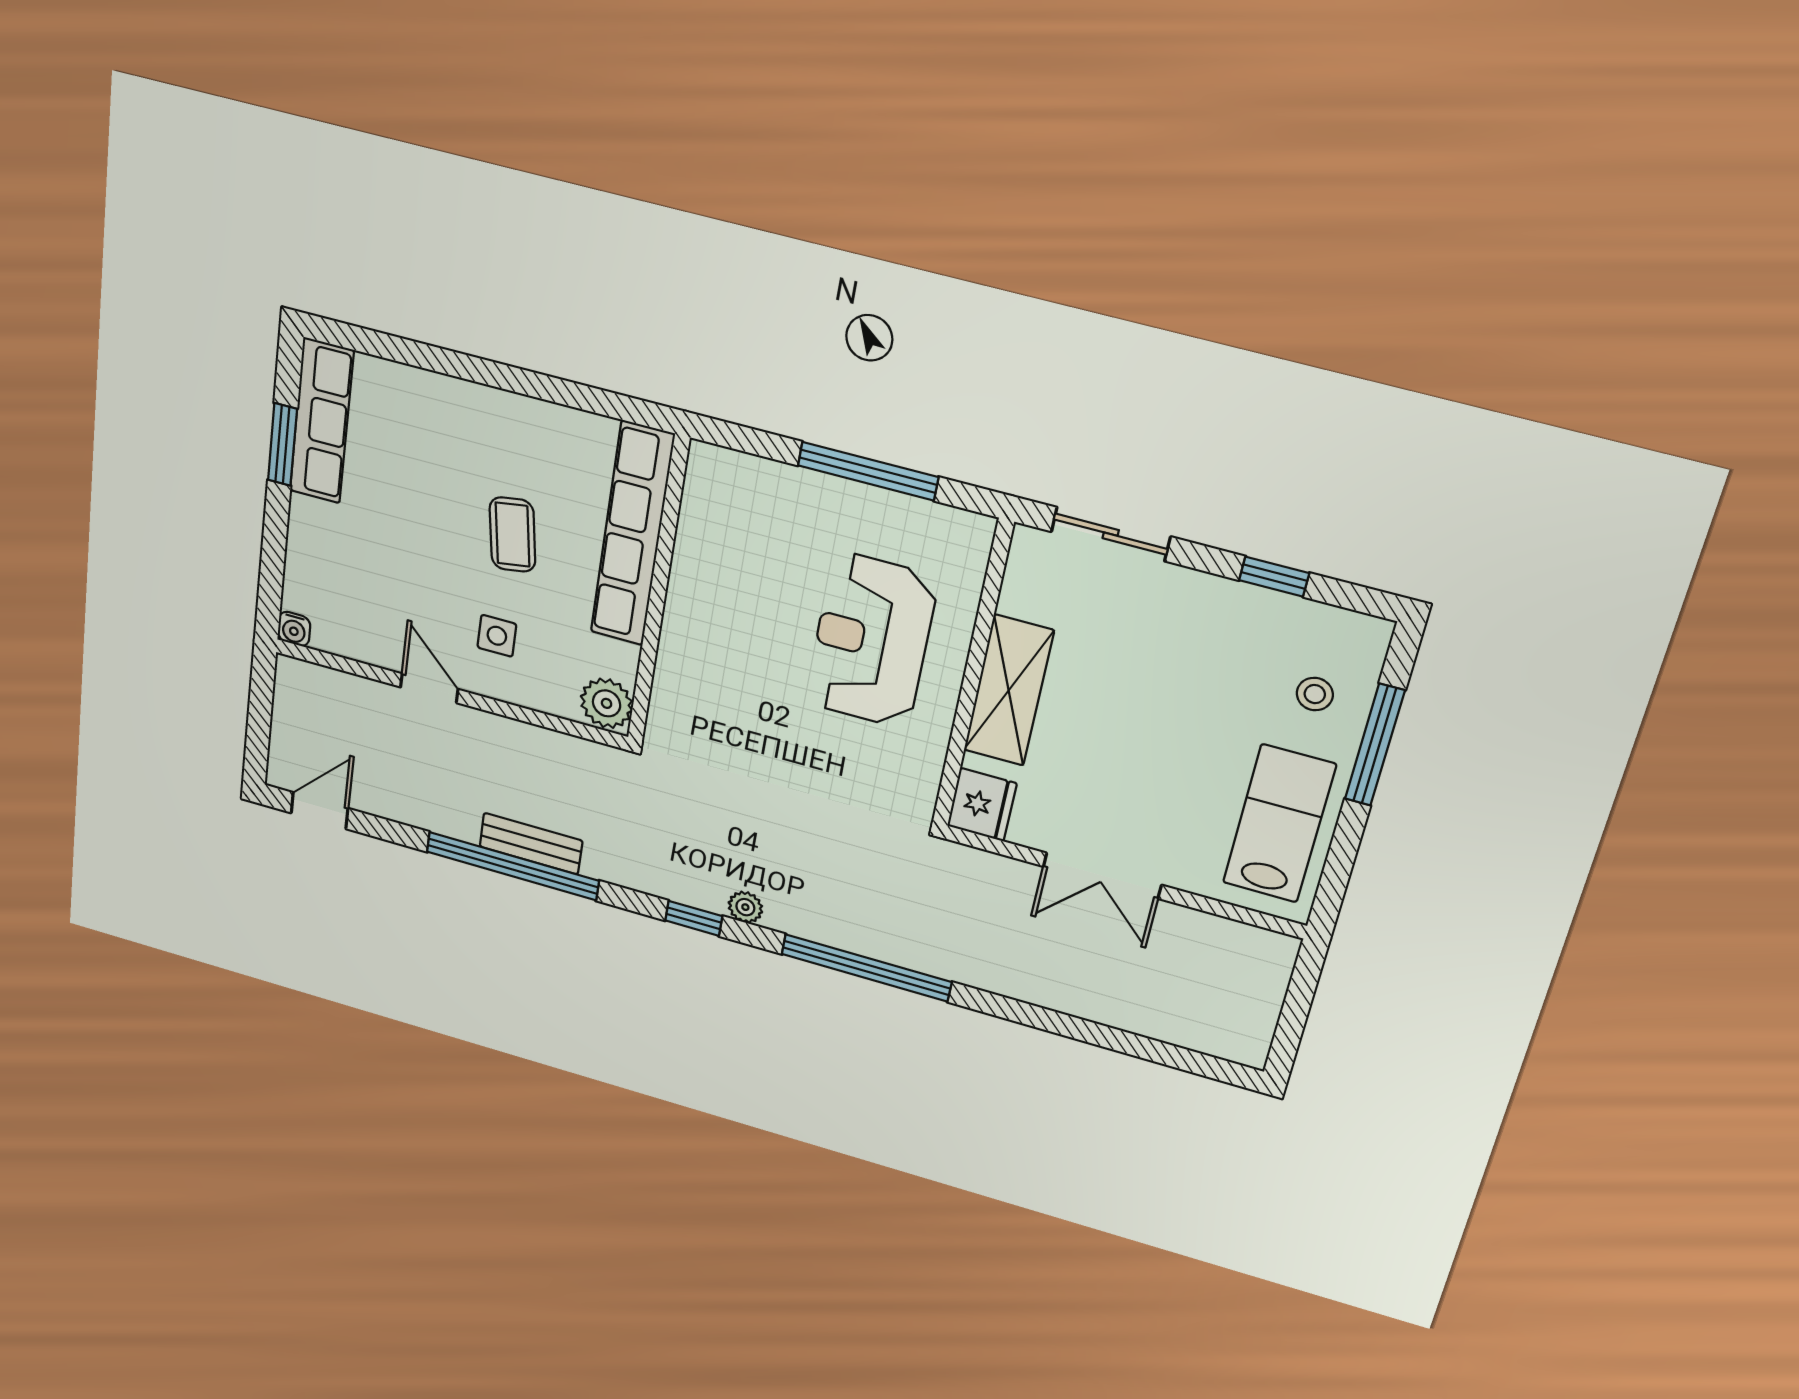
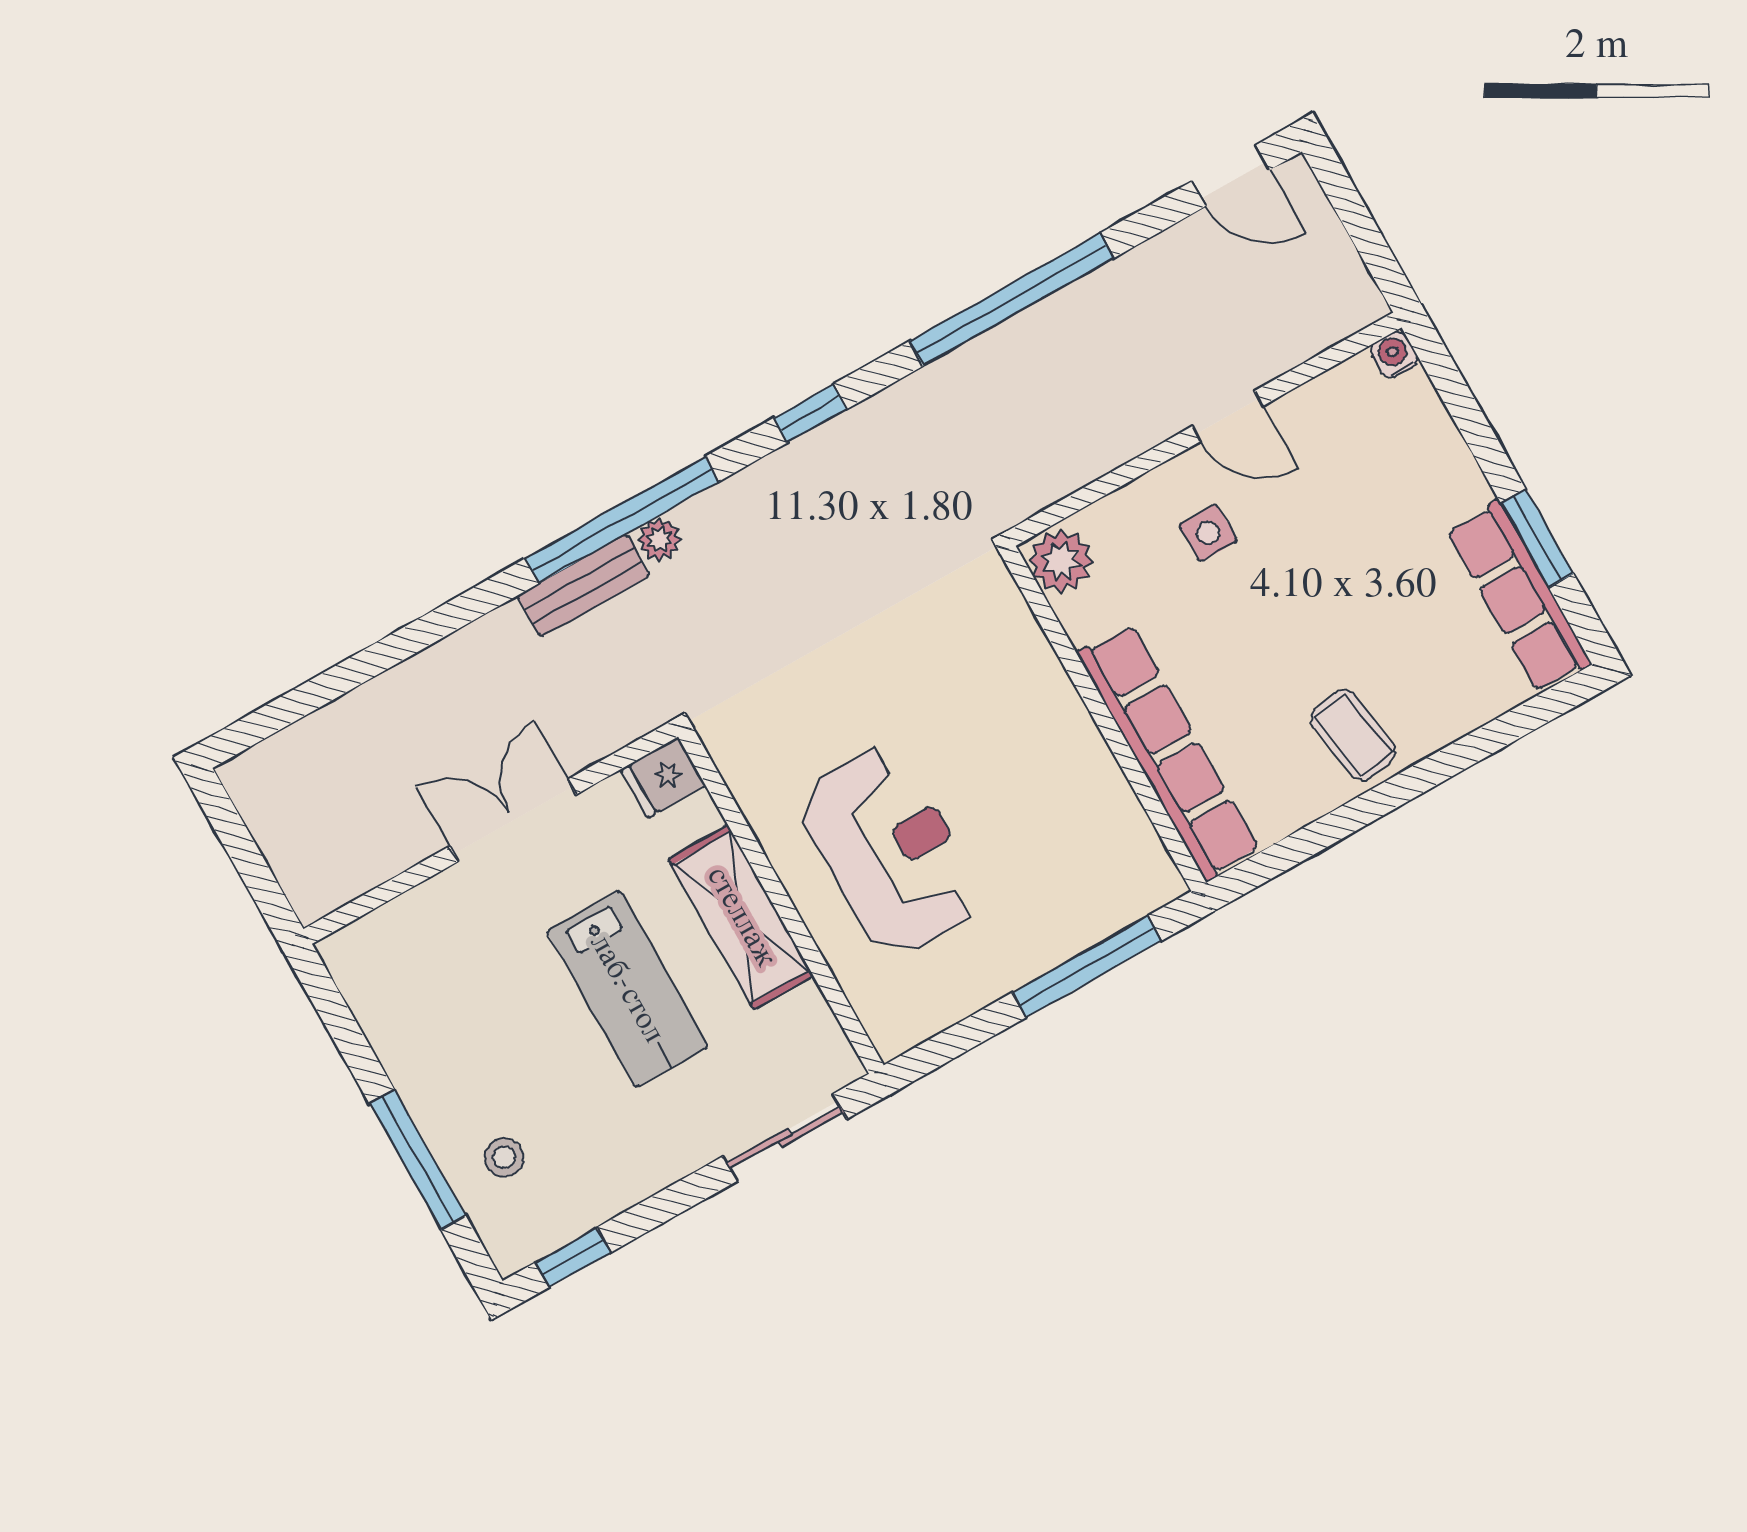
window: (868, 471) -> (1087, 967), moved
coffee table: (513, 535) -> (1353, 735), moved
window: (1274, 577) -> (573, 1257), moved
fridge: (982, 805) -> (663, 777), width x0.72
door: (319, 811) -> (1231, 175), hinge flipped
lab bench: (1279, 824) -> (627, 989), moved
bench: (531, 844) -> (583, 586), moved
plant: (745, 907) -> (659, 539), moved

